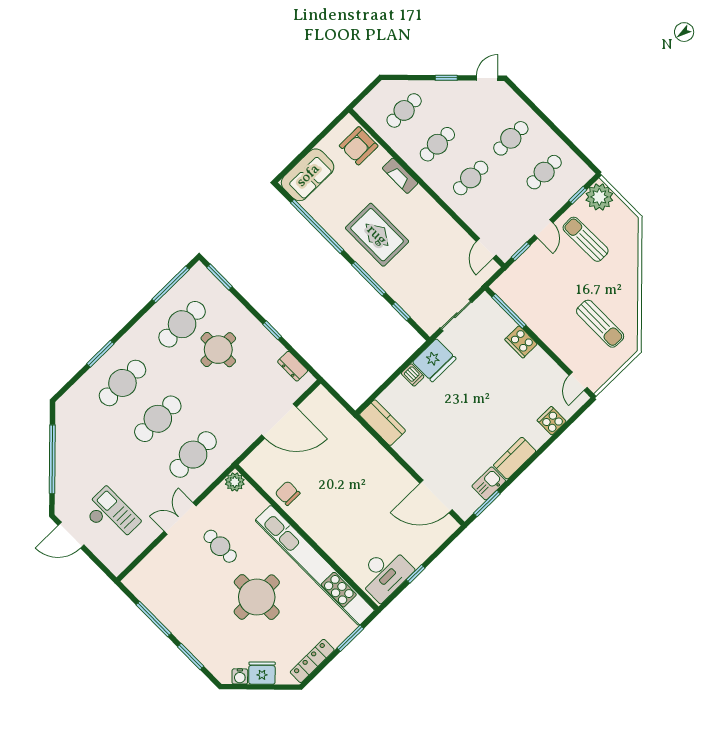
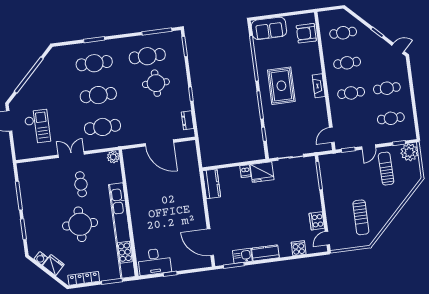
fireplace: (400, 176) -> (319, 86), moved
cooker: (521, 342) -> (317, 221), moved
chair: (288, 493) -> (136, 183), removed

